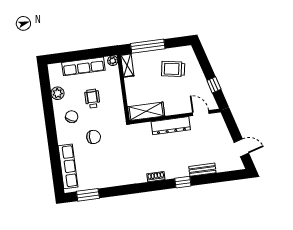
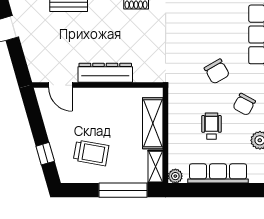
window: (214, 85) -> (45, 154), moved
wheelchair: (92, 99) -> (211, 126), turned 180
shelving: (146, 111) -> (153, 123), moved, turned 90
chair: (94, 137) -> (217, 71), turned -120

